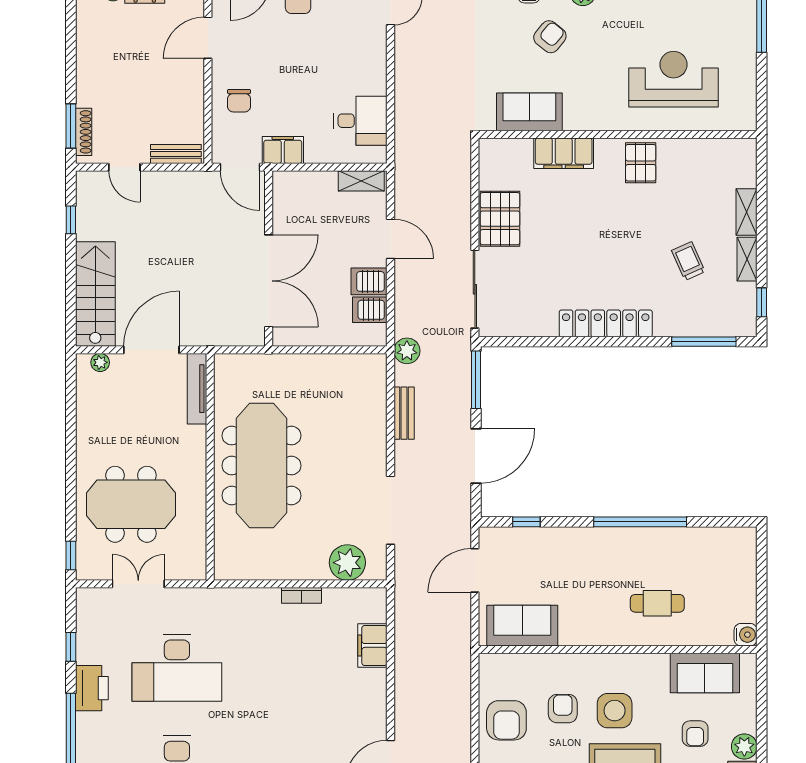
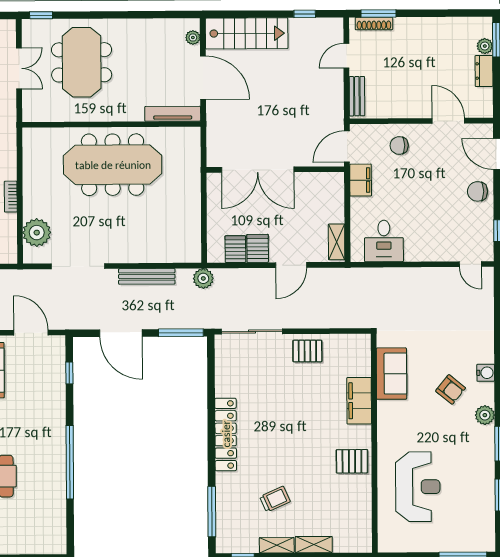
pallet: (500, 219) -> (307, 351), width x0.67, depth x0.71
bench: (404, 413) -> (147, 276), width x1.36

